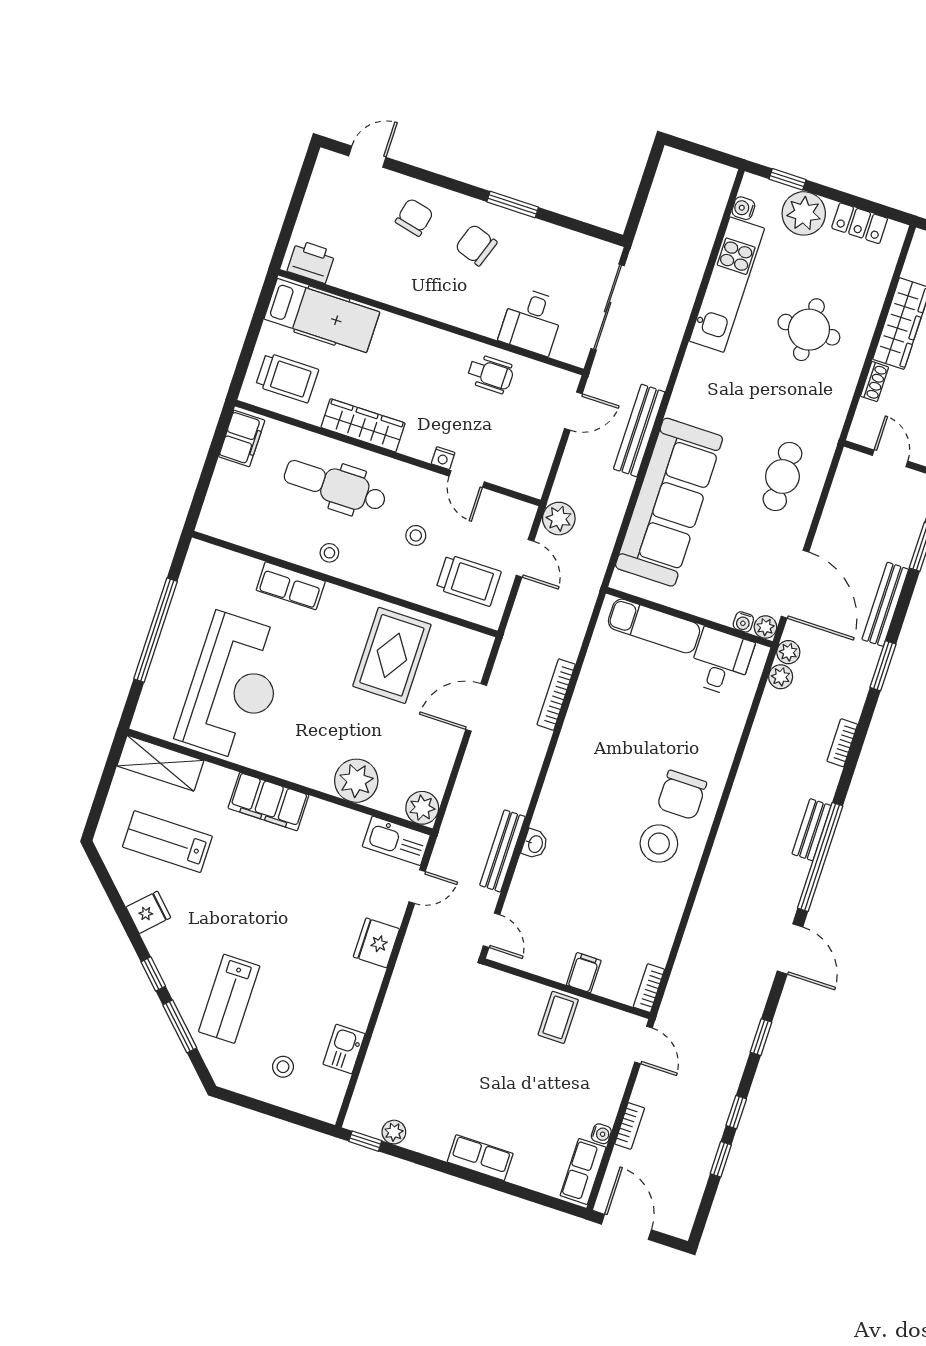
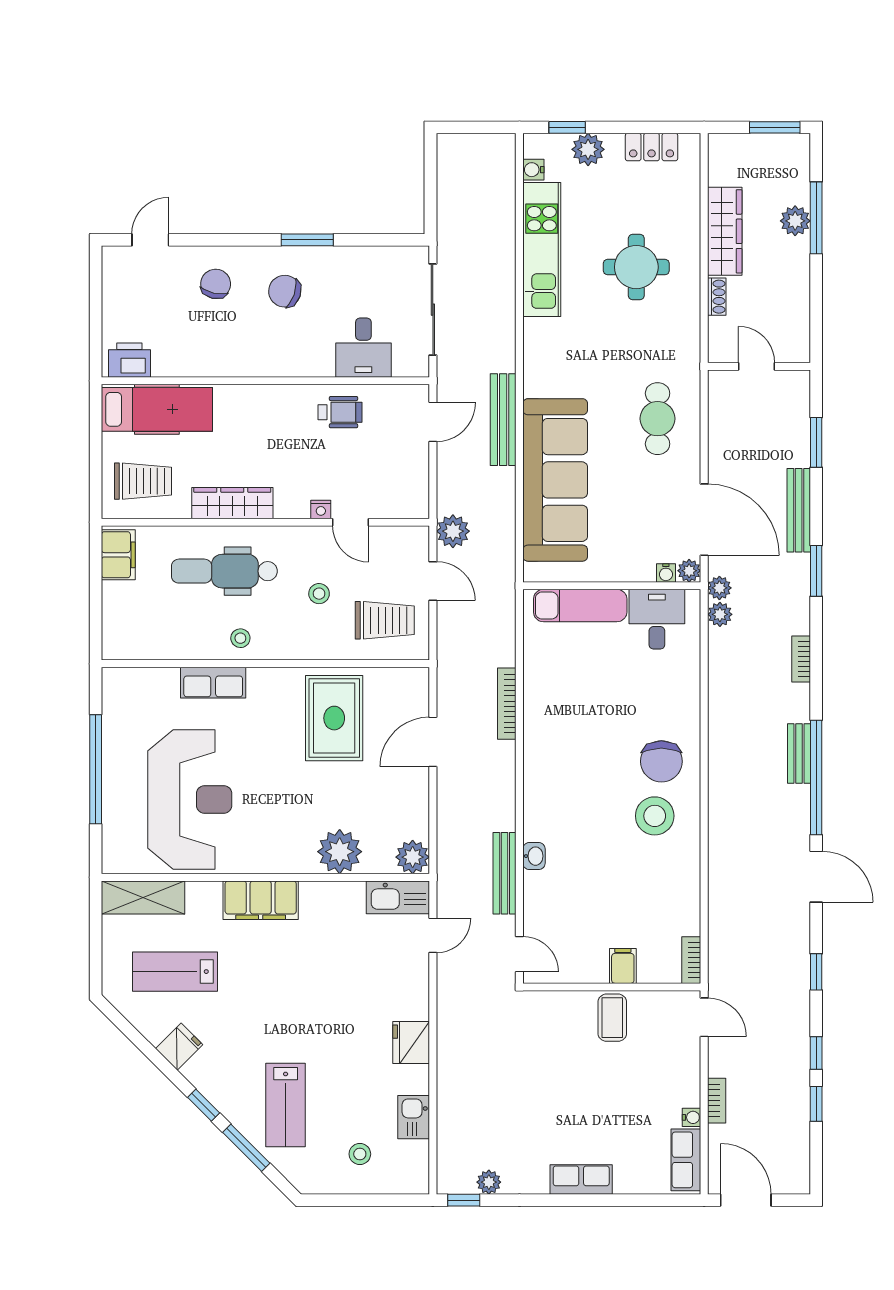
plant: (804, 213) -> (588, 149), width x0.73, depth x0.73
fridge: (376, 943) -> (411, 1043), moved

